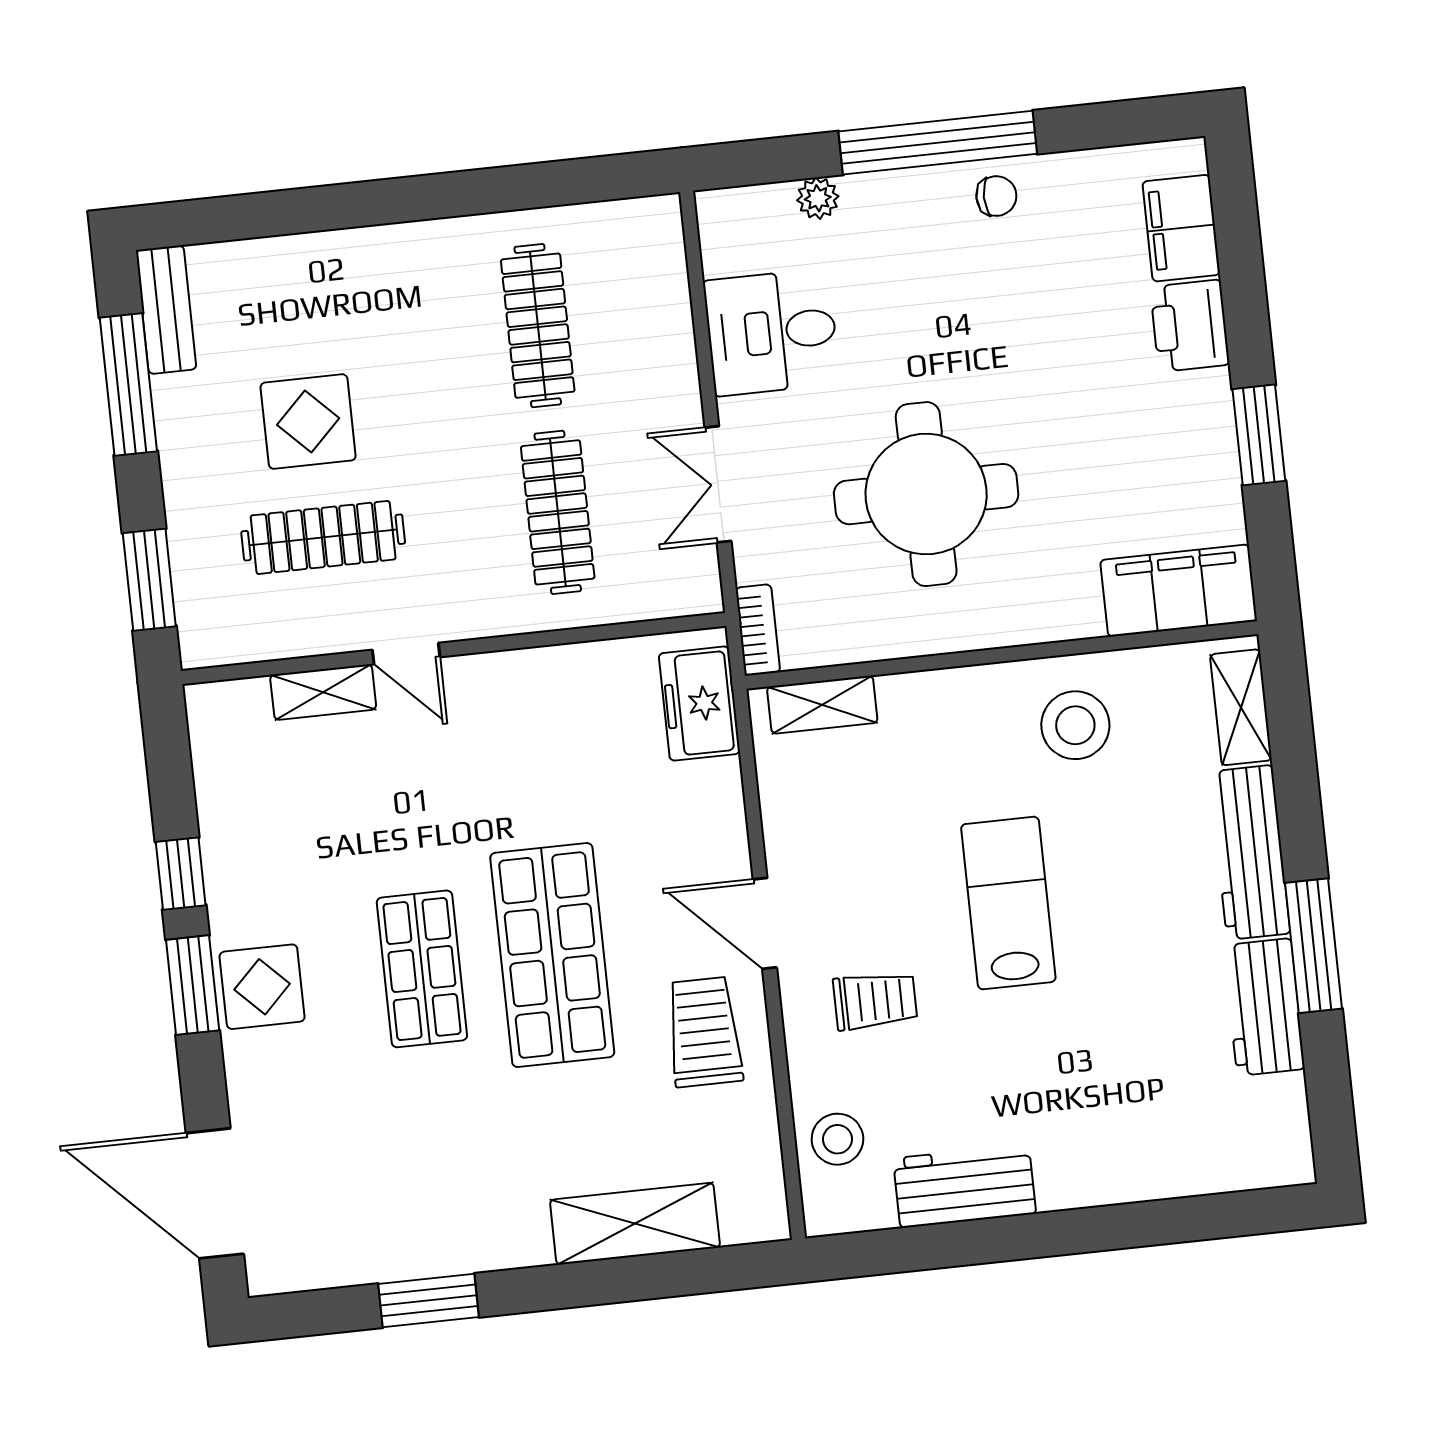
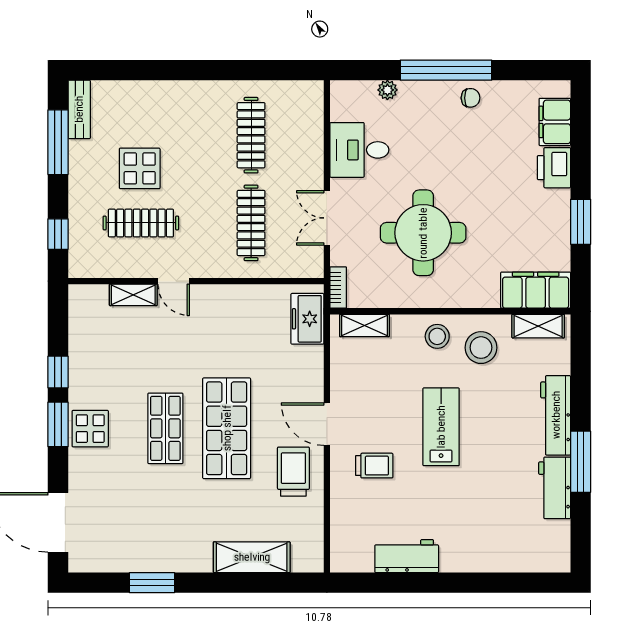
window: (149, 580) -> (58, 234), width x0.67
shelving: (1241, 707) -> (538, 326), moved, turned 90
stool: (837, 1139) -> (437, 336), moved

